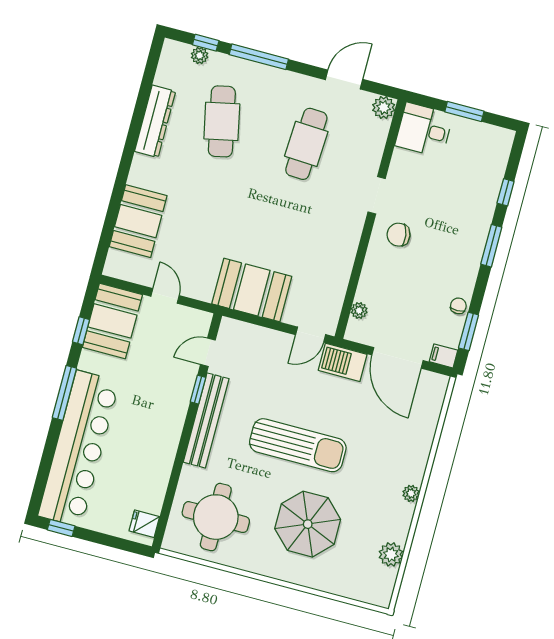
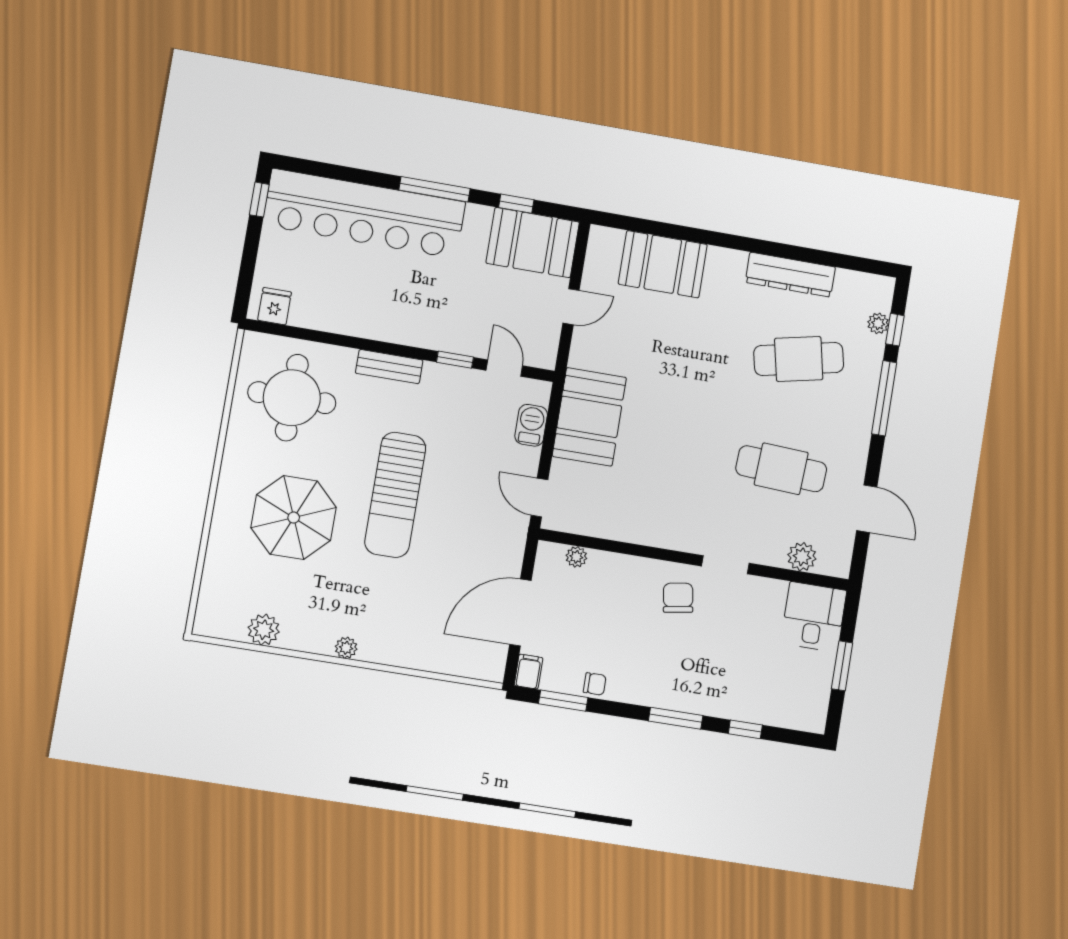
plant: (384, 108) -> (802, 557), moved
barbecue: (343, 362) -> (531, 425), moved, width x0.73, depth x0.79
bench: (206, 420) -> (389, 367), width x0.54, depth x0.82

